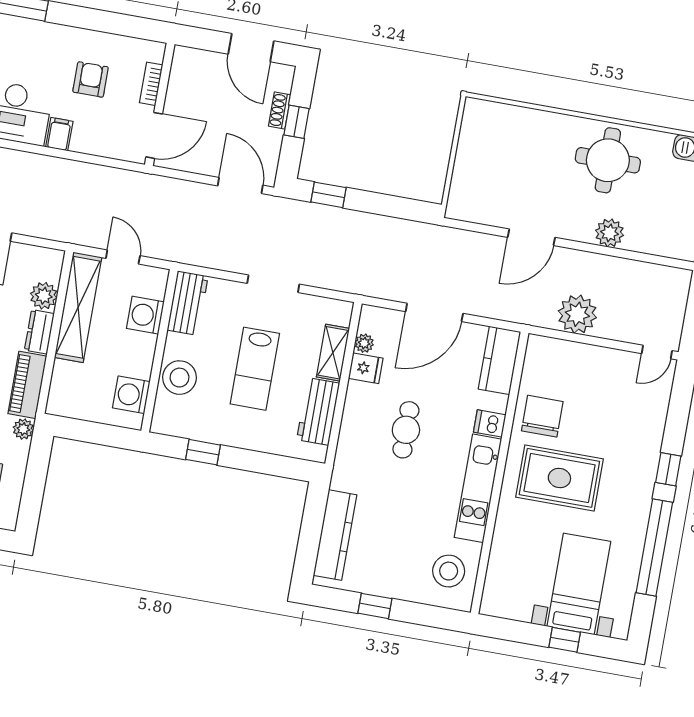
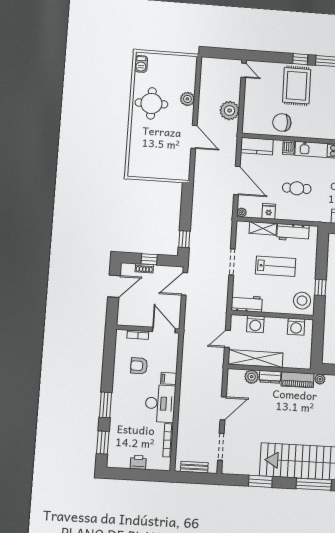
plant: (364, 343) -> (242, 212), moved
stool: (179, 378) -> (302, 301), moved
rug: (559, 478) -> (297, 86), moved

